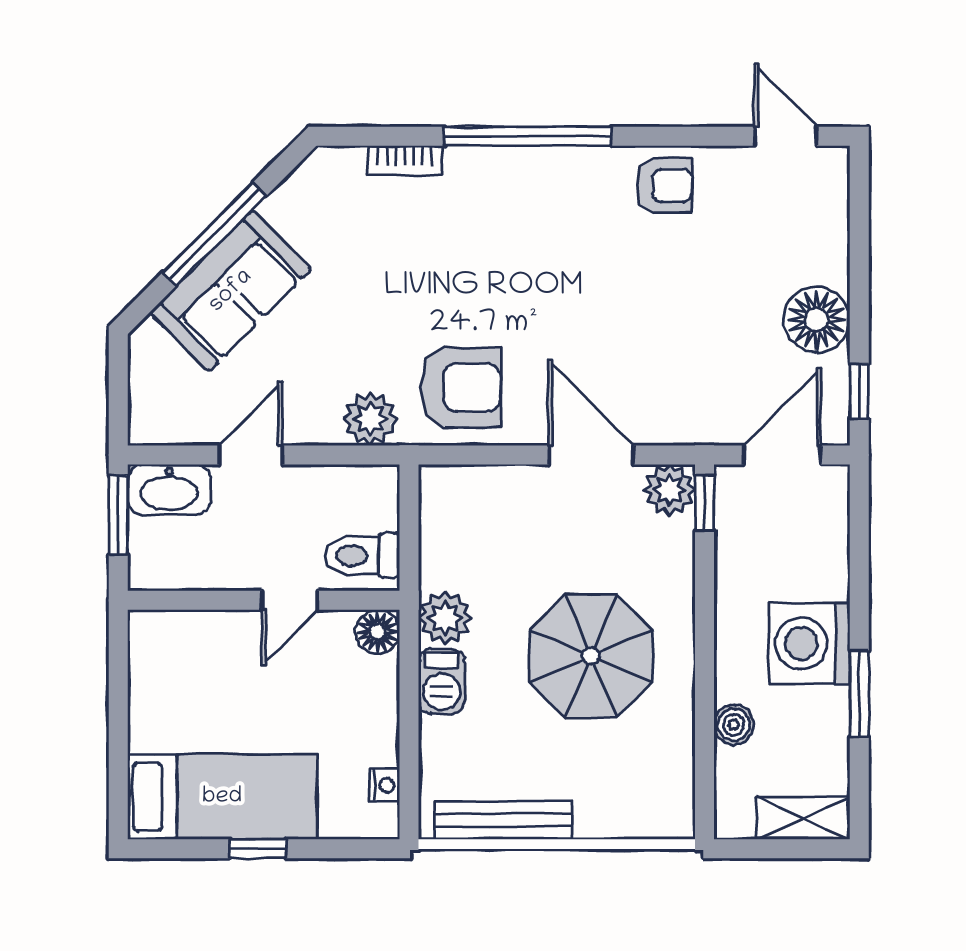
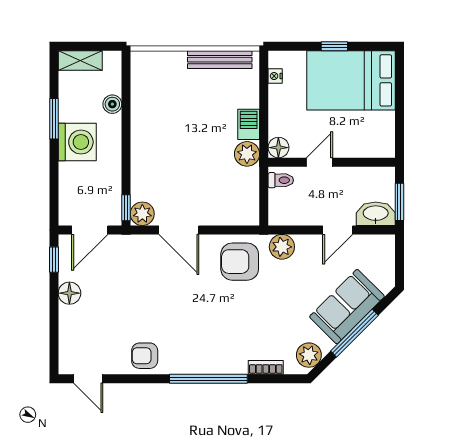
plant: (312, 187) -> (309, 355), added
floor lamp: (817, 320) -> (69, 293), width x0.73, depth x0.73
toilet: (362, 556) -> (281, 180), width x0.73, depth x0.72
parasol: (591, 656) -> (179, 136), removed
bed: (222, 797) -> (351, 80), width x1.50

